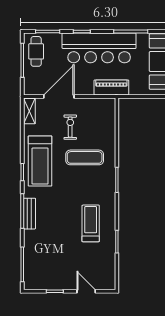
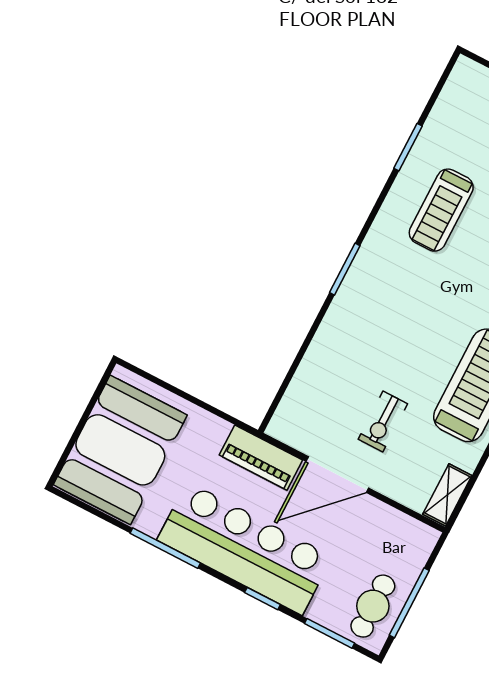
door: (59, 97) -> (337, 475), moved
exercise mat: (85, 157) -> (386, 347), removed

